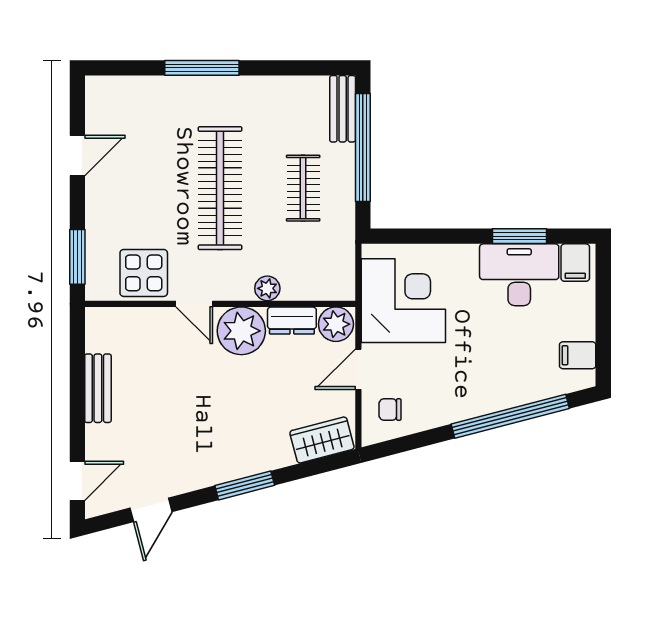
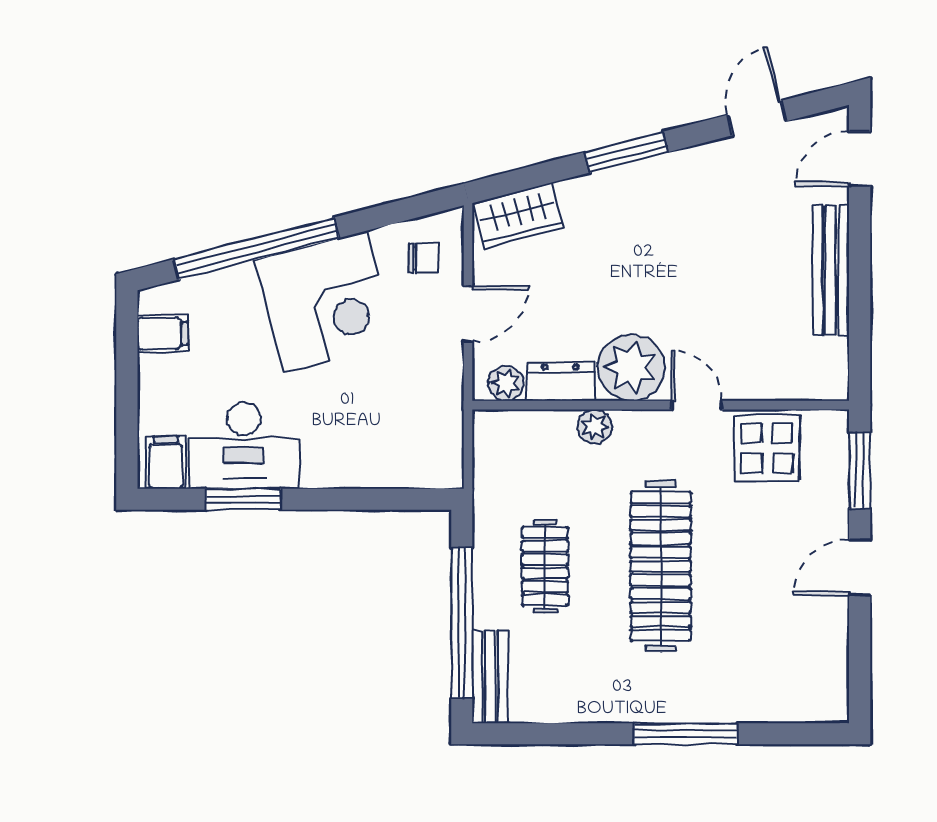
door: (77, 156) -> (860, 568), moved
corner desk: (403, 301) -> (326, 302), moved, turned -105
plant: (336, 324) -> (506, 383), width x0.73, depth x0.73
bench: (98, 388) -> (831, 270), width x1.36

